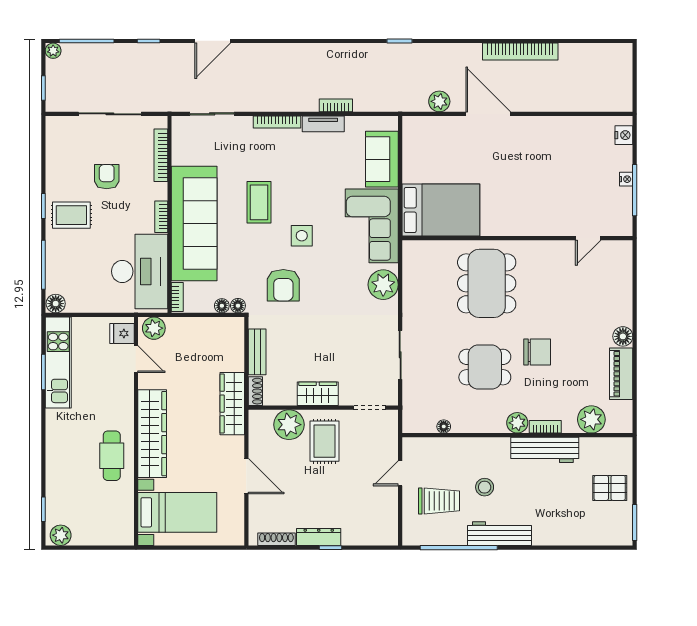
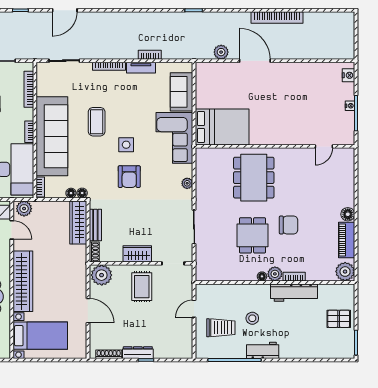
armchair: (283, 285) -> (129, 177), moved
plant: (383, 285) -> (187, 183), width x0.53, depth x0.53
dining table: (485, 367) -> (252, 235), turned 90
wardrobe: (232, 404) -> (78, 222), moved
plant: (591, 419) -> (345, 272), moved
plant: (289, 425) -> (102, 275), moved
floor lamp: (444, 426) -> (262, 276), moved
workbench: (499, 534) -> (263, 350), width x0.73

